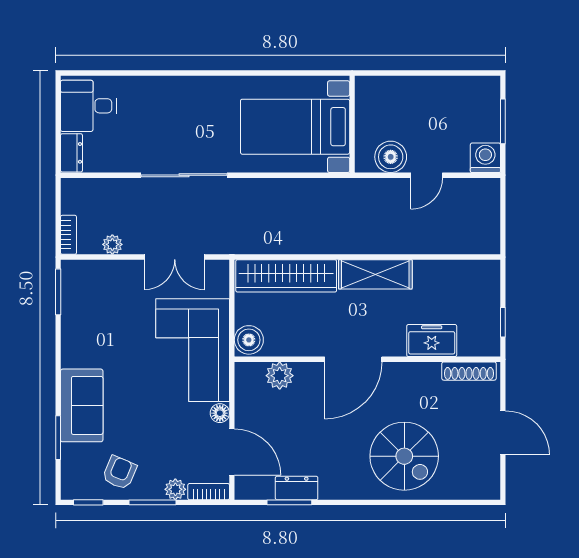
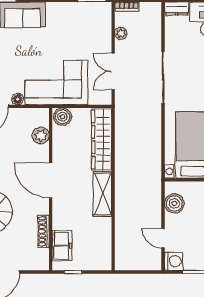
door: (427, 175) -> (163, 238), moved
freezer: (432, 341) -> (62, 246), moved
shoe rack: (469, 371) -> (43, 231), moved

